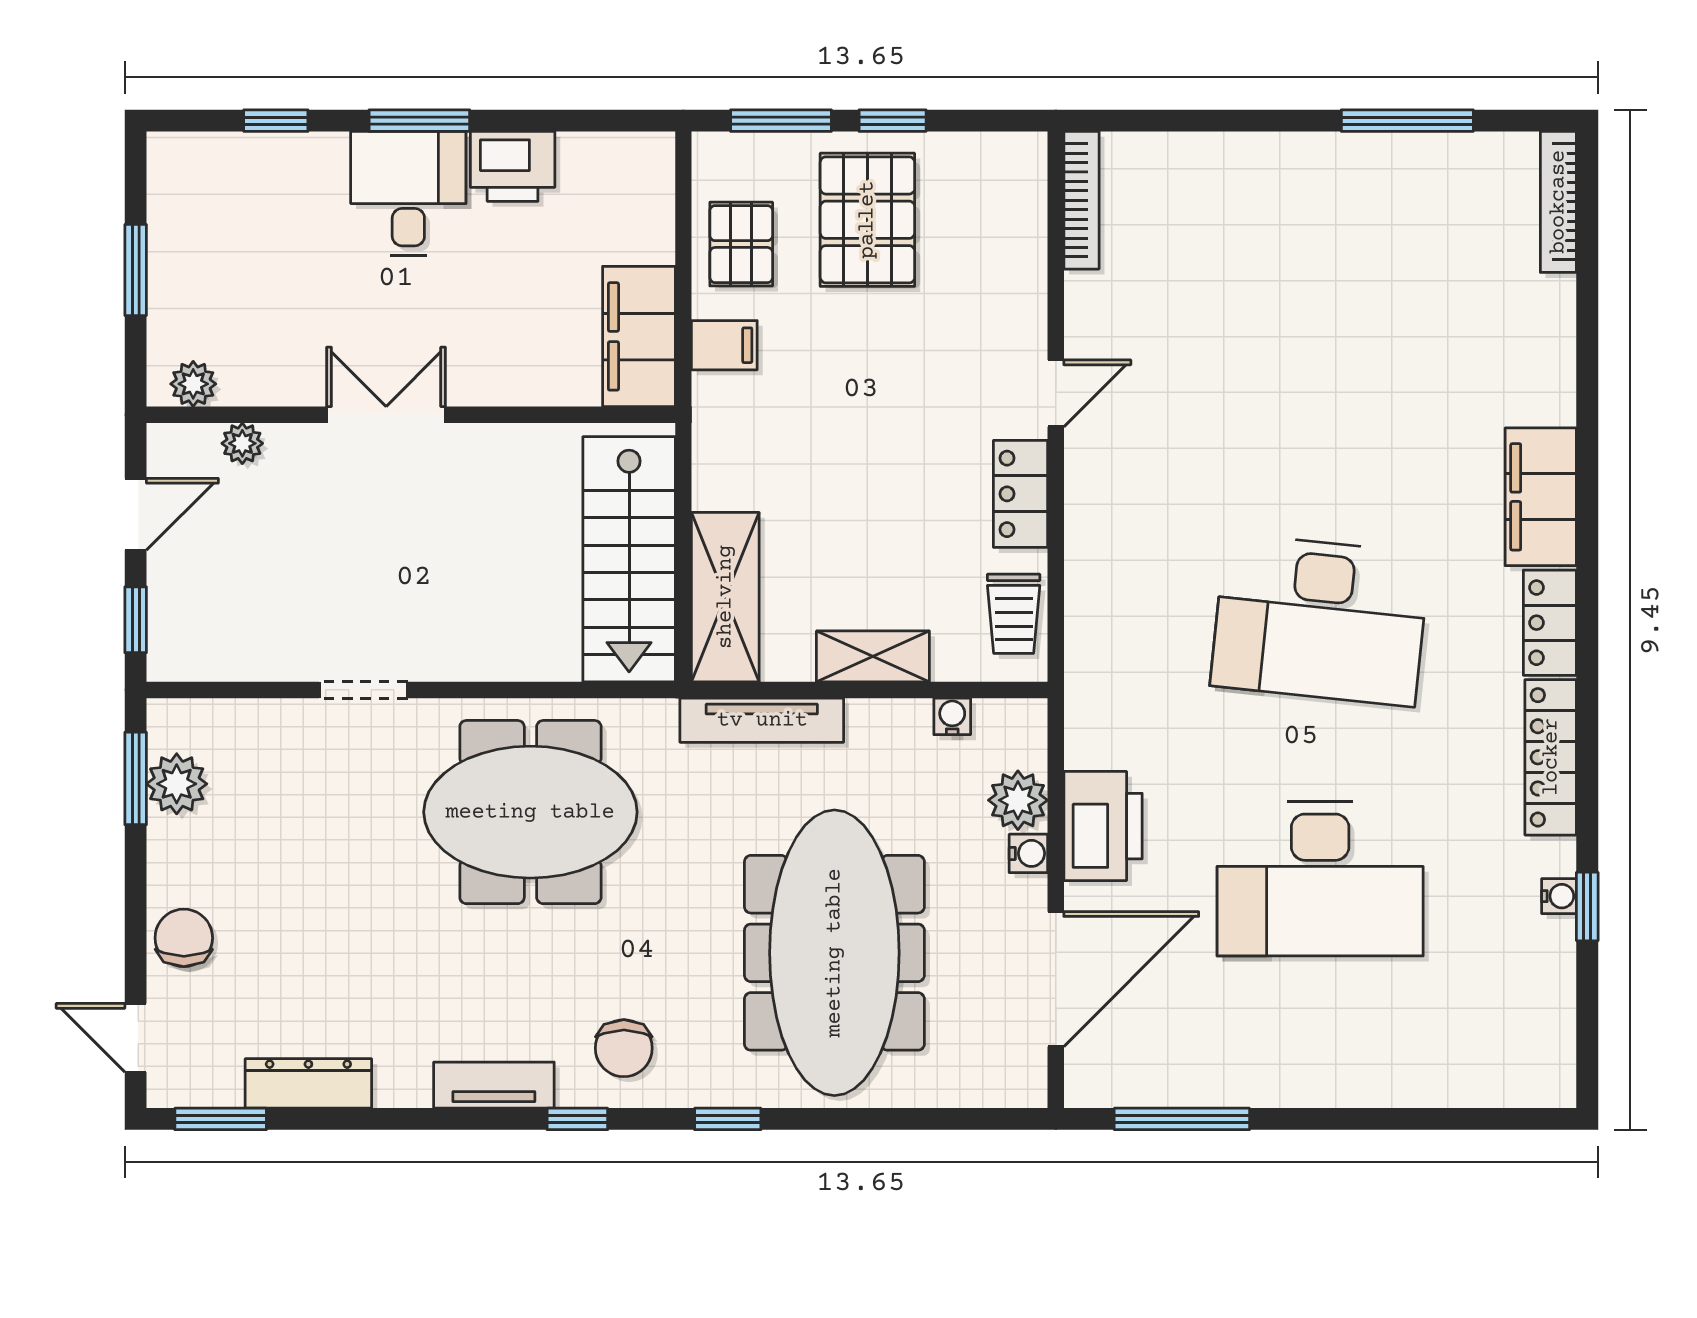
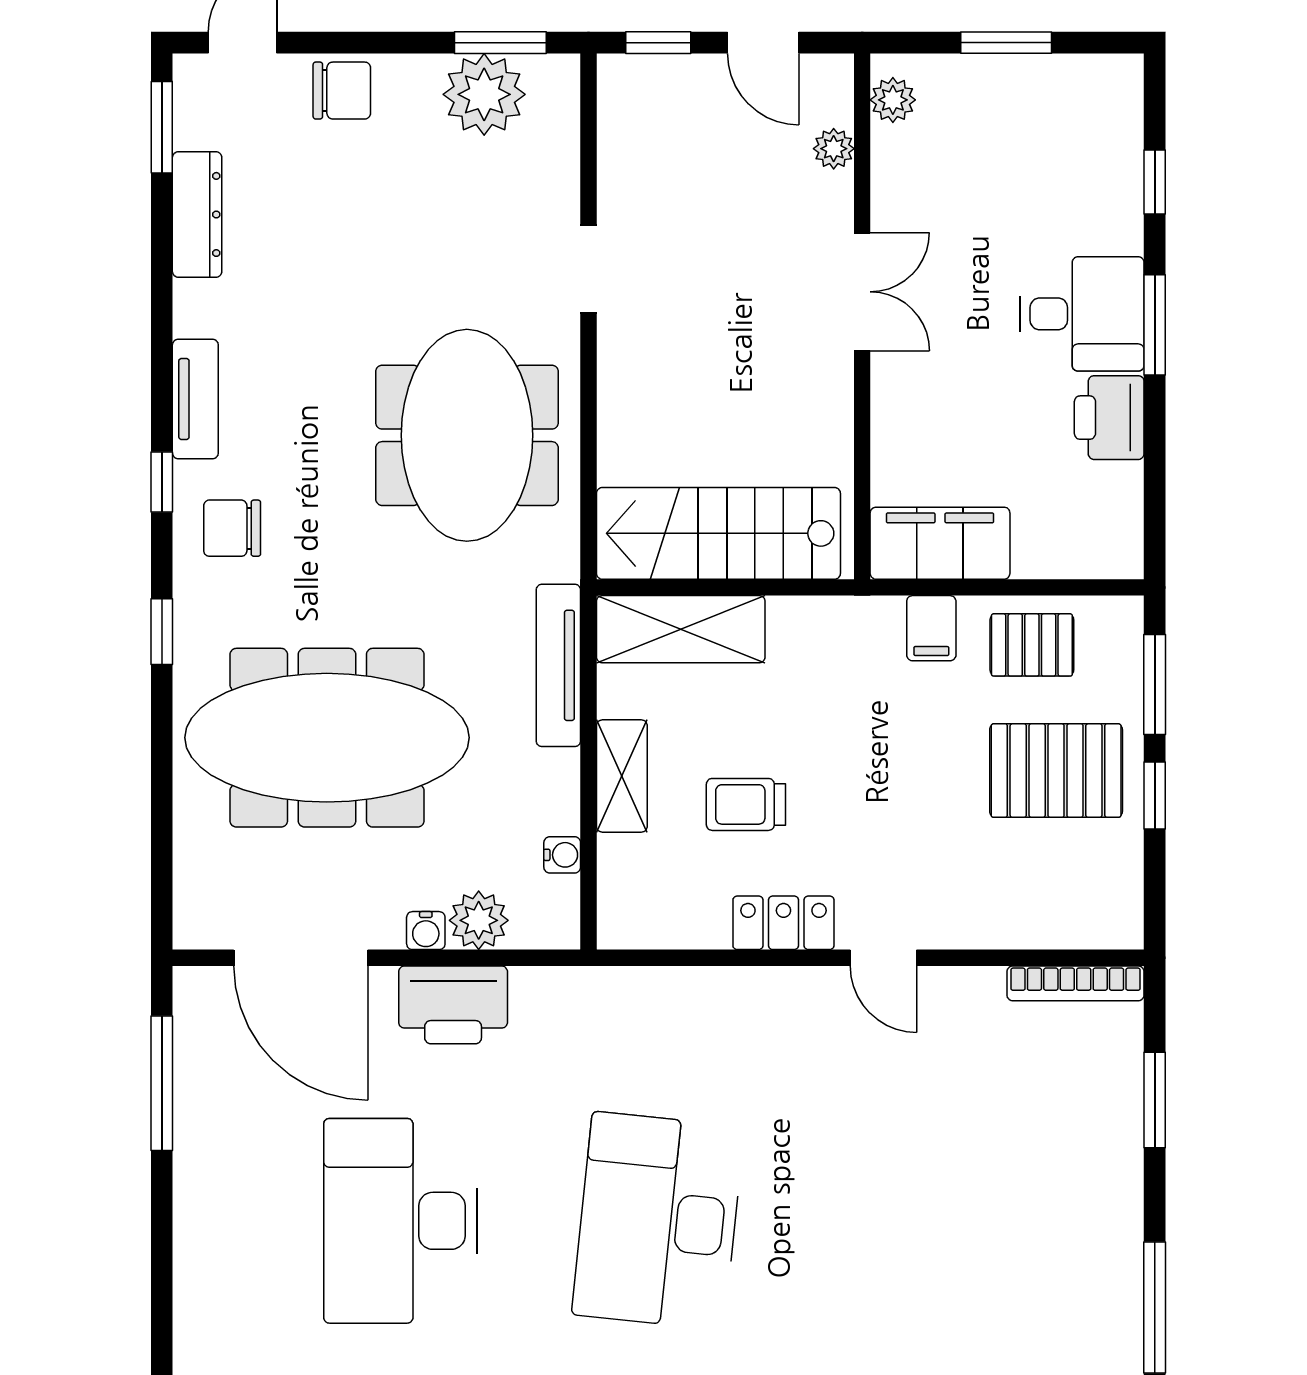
window: (1199, 121) -> (1155, 1100), added
trolley: (1014, 614) -> (746, 804), moved
plant: (177, 784) -> (484, 94), width x1.36, depth x1.36

